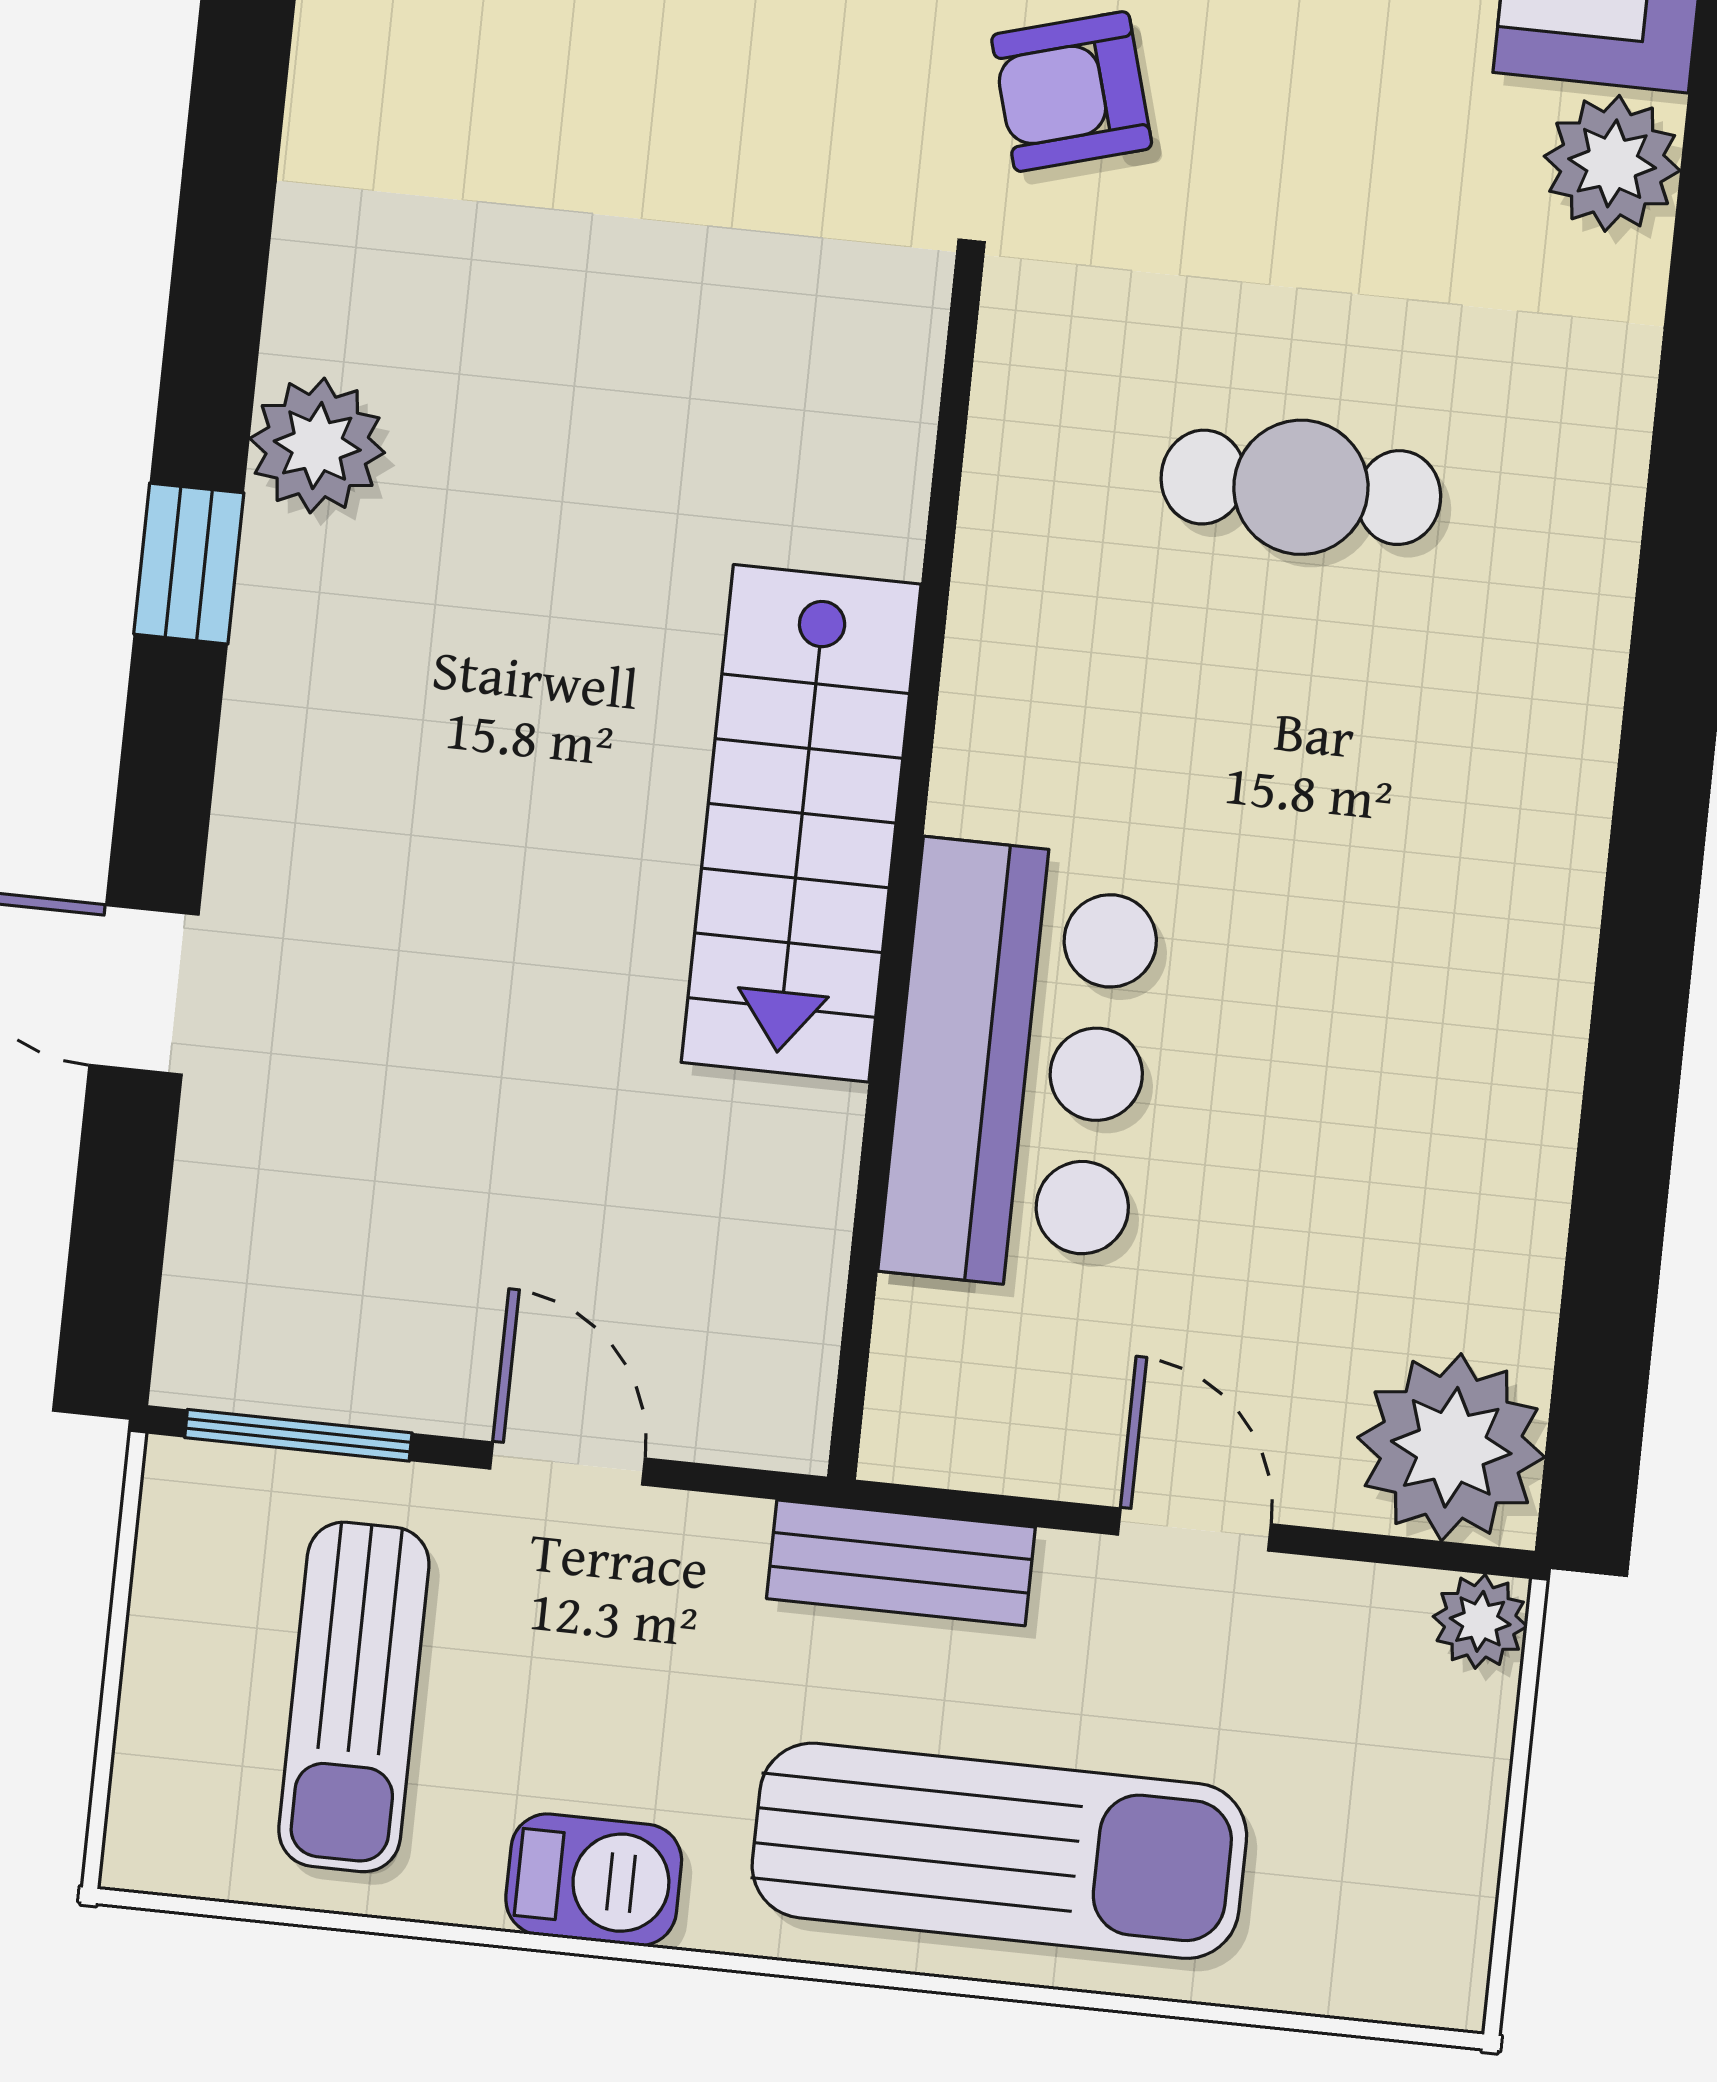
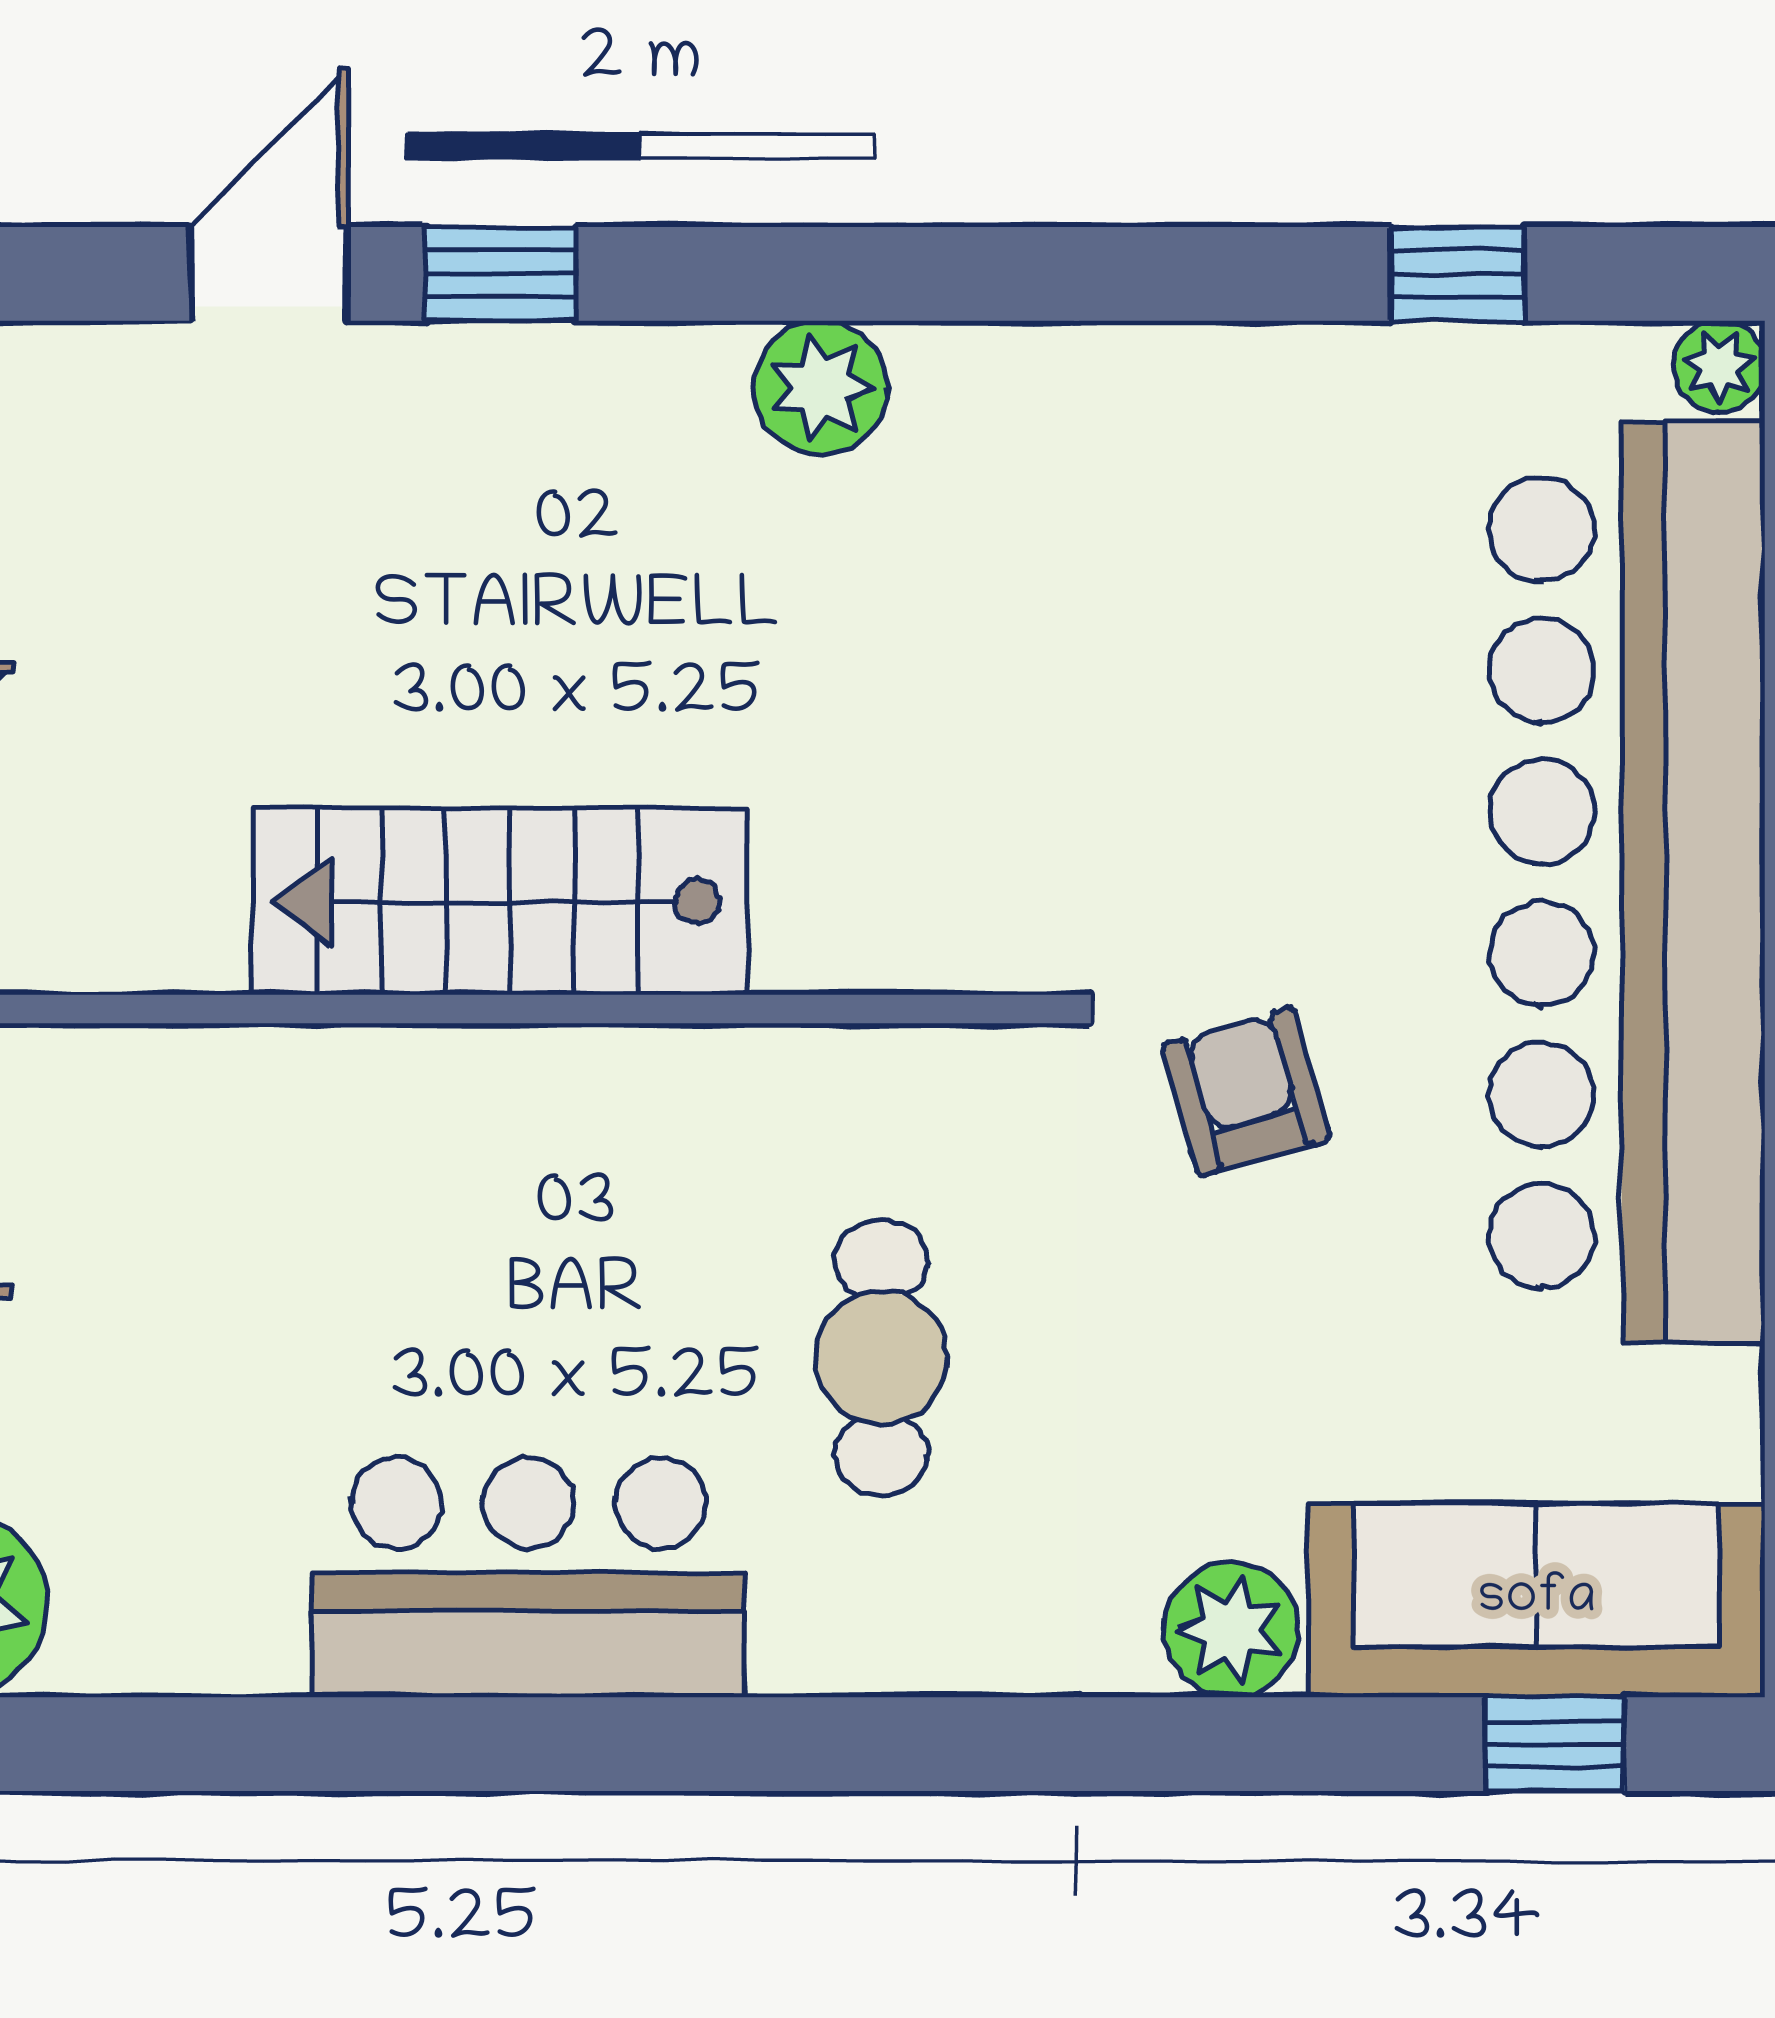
window: (189, 564) -> (501, 274), moved
bar counter: (1021, 1066) -> (528, 1577), moved, turned 180

